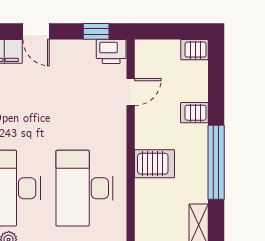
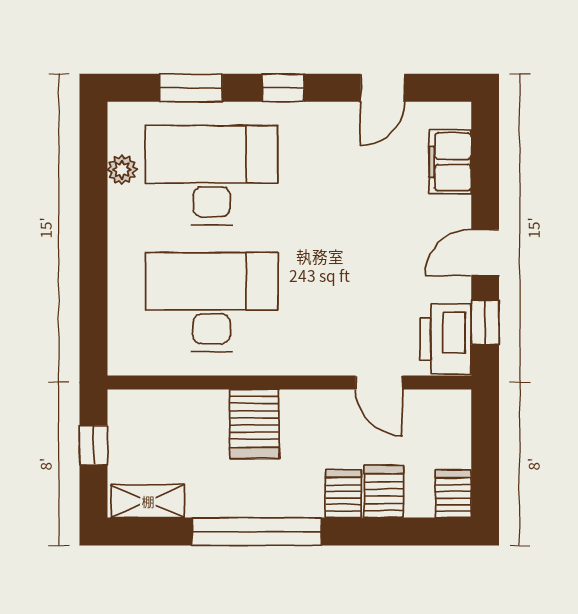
door: (36, 31) -> (485, 252), moved
printer: (111, 51) -> (446, 339), width x1.37, depth x1.19
server rack: (193, 89) -> (384, 492), added

